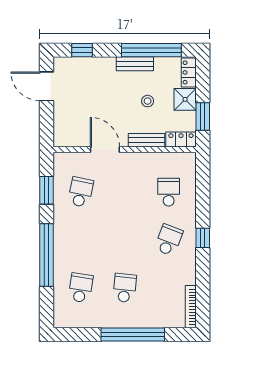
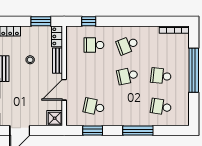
shower: (185, 99) -> (55, 118), moved
window: (203, 238) -> (89, 21), moved
school desk: (125, 240) -> (127, 76), added
school desk: (169, 240) -> (127, 45), turned -42
window: (47, 255) -> (138, 131), width x0.68

